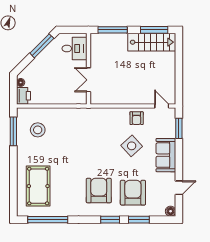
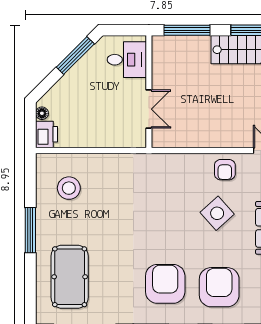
double door: (88, 80) -> (149, 109), swing flipped
window: (13, 131) -> (30, 230), moved

